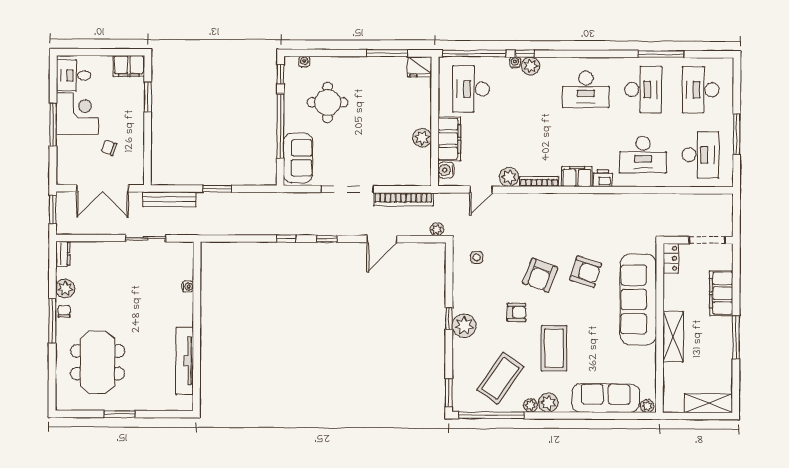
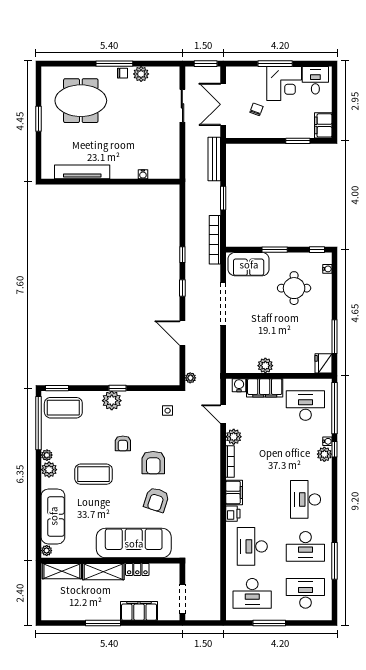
window: (280, 126) -> (275, 250), width x0.47
bookcase: (403, 199) -> (215, 240), moved
sliding door: (146, 238) -> (182, 106), moved
dresser: (63, 254) -> (169, 72), removed
locker: (671, 258) -> (137, 569), moved
armchair: (540, 275) -> (153, 463), turned -110
coffee table: (500, 378) -> (63, 408), moved, turned -35
shelving: (709, 403) -> (62, 571), moved, turned 90

